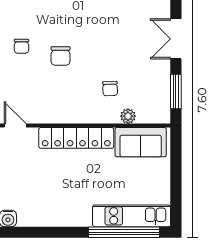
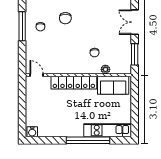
chair: (60, 56) -> (65, 18), moved
window: (124, 232) -> (88, 140), moved

